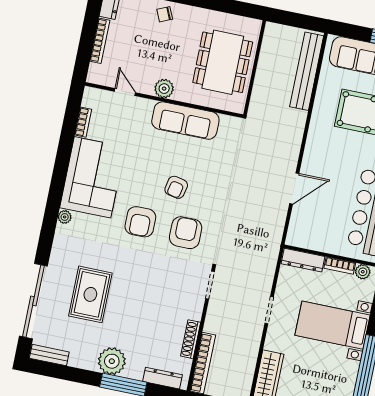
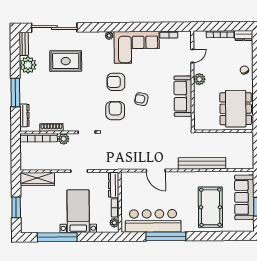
dining table: (223, 62) -> (236, 109), moved, turned 90
bench: (307, 71) -> (202, 163), moved
armchair: (186, 233) -> (115, 111), turned -90
plant: (213, 324) -> (64, 139), added
plant: (112, 361) -> (28, 65), moved

